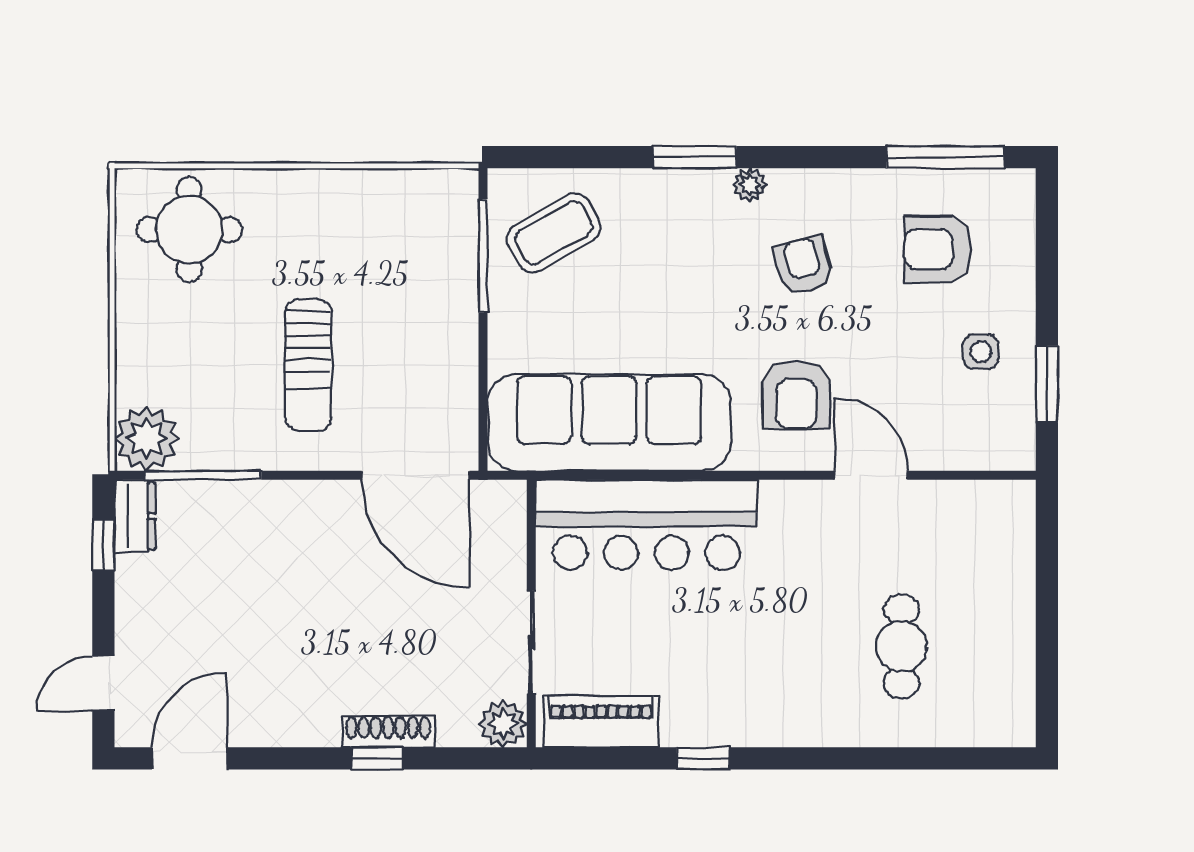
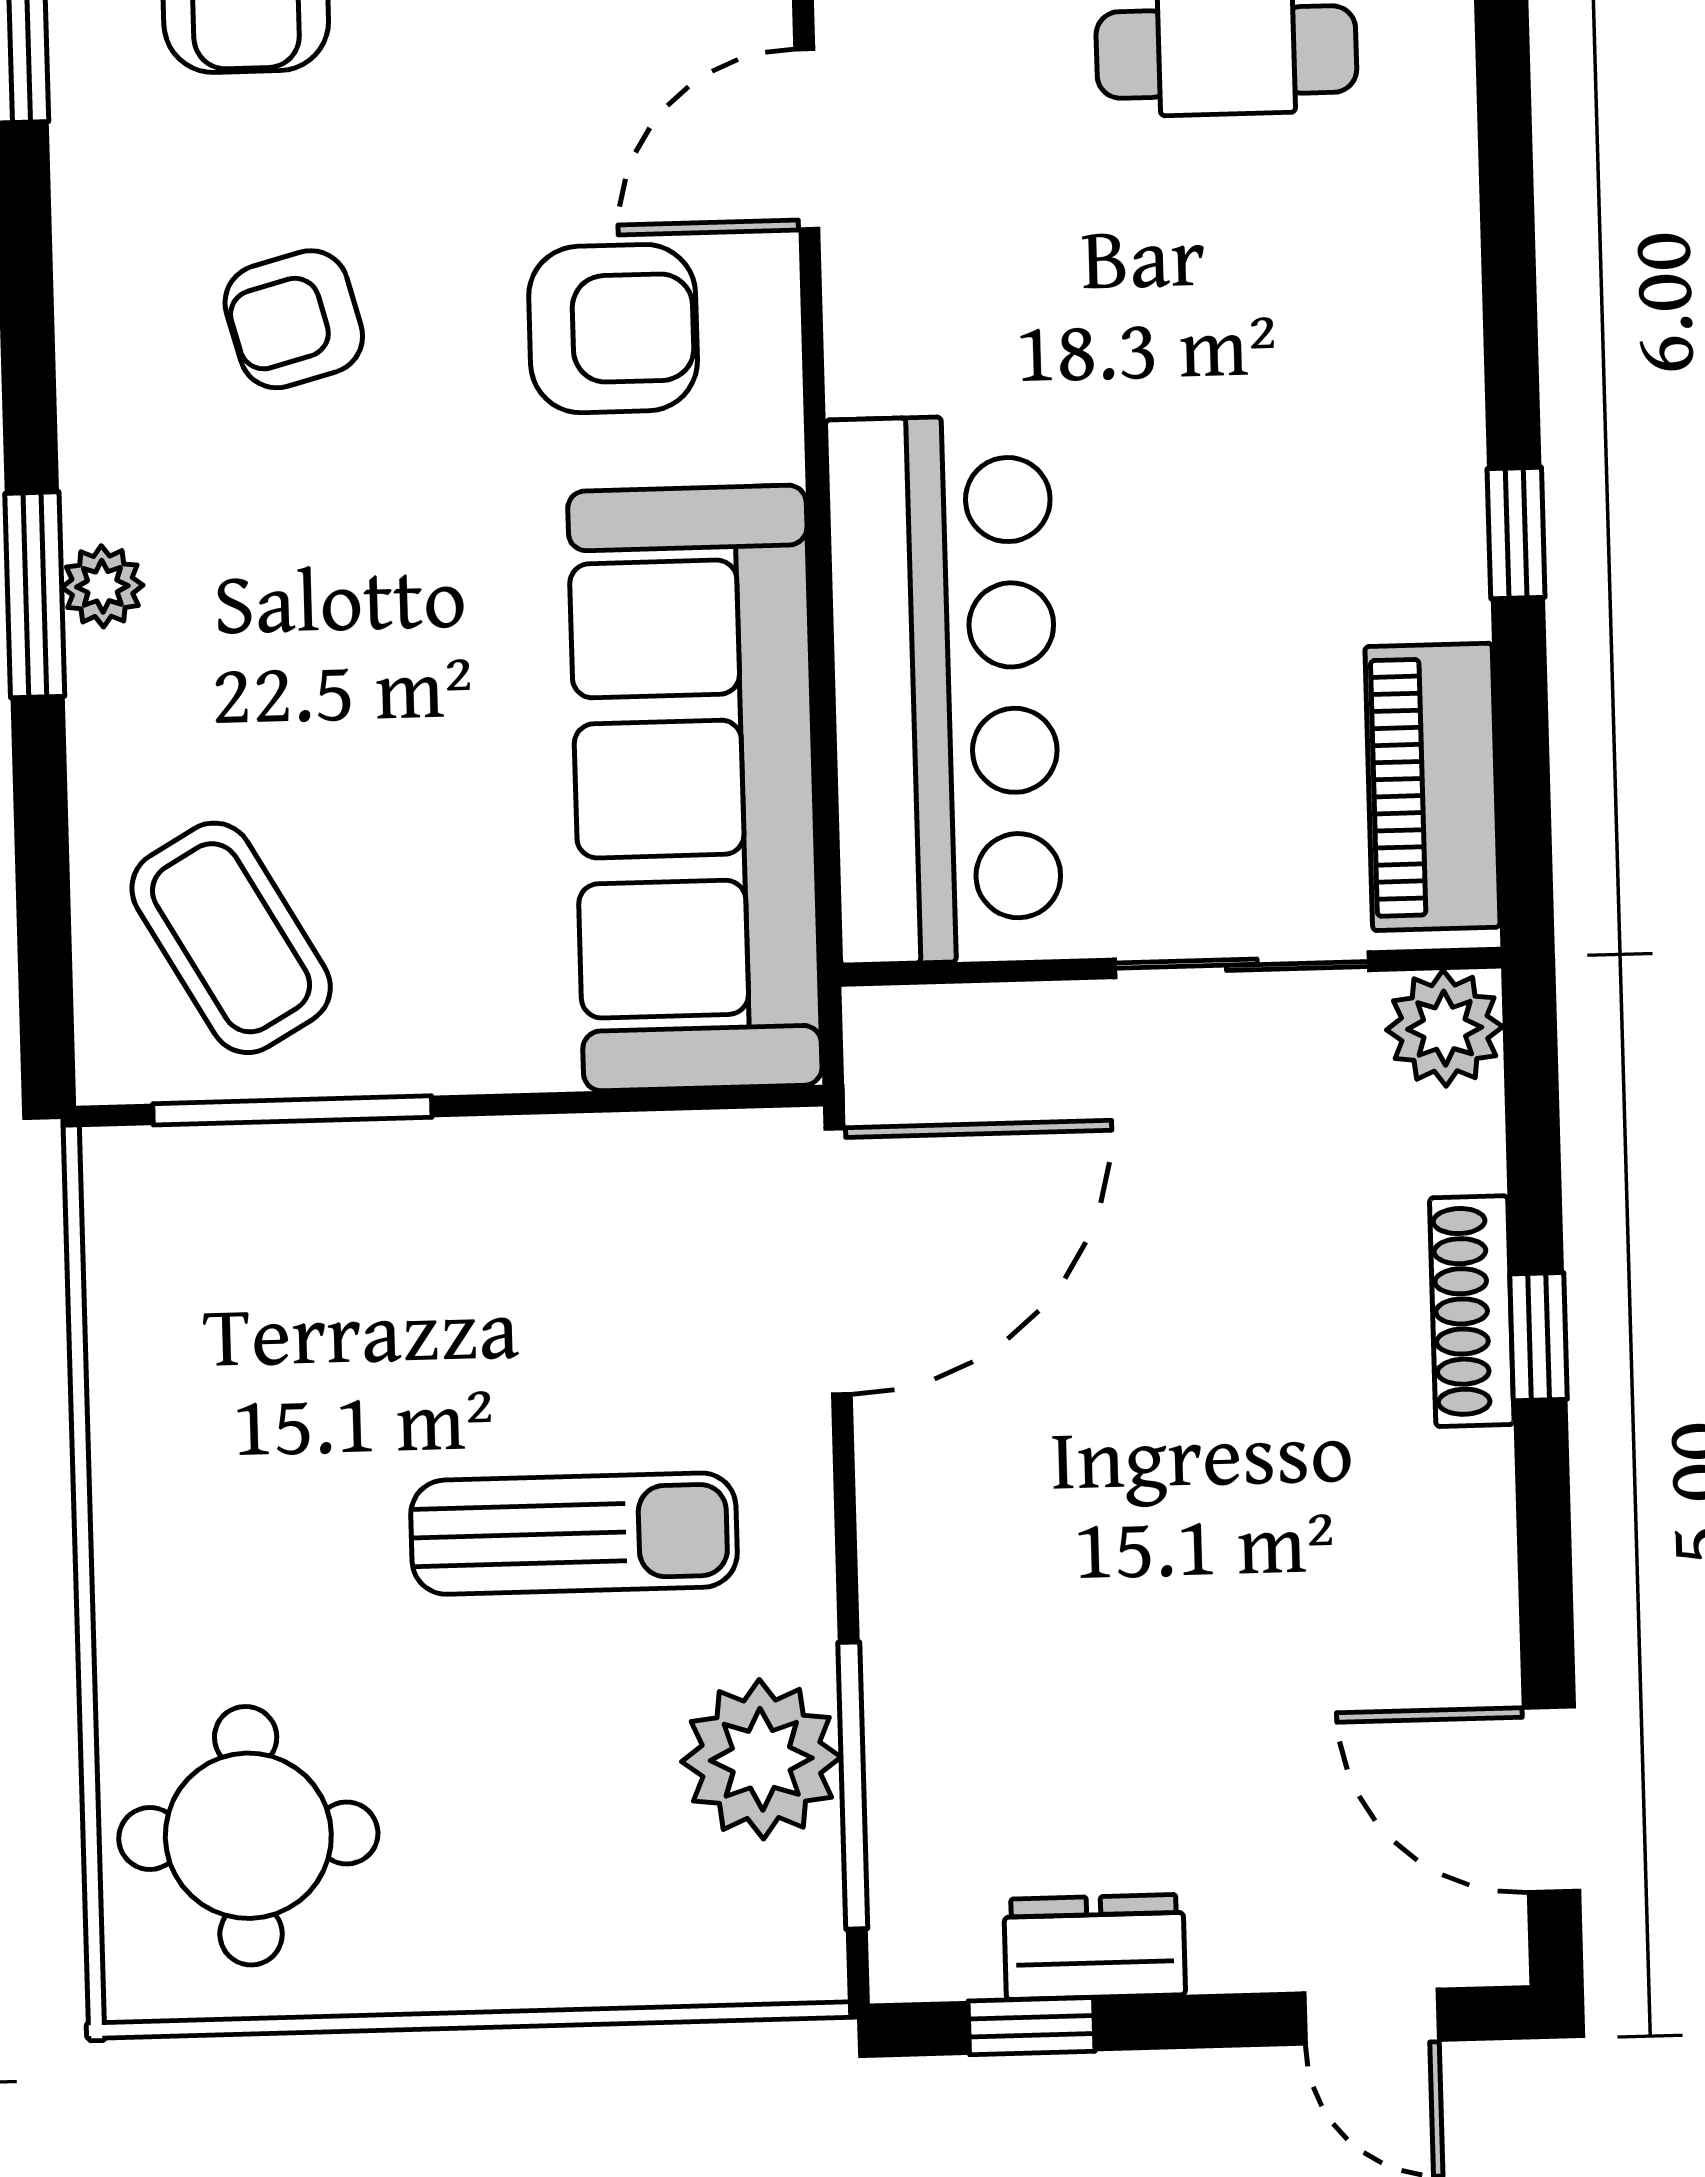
plant: (750, 185) -> (102, 586), moved
plant: (147, 439) -> (761, 1759), moved
dresser: (135, 516) -> (1095, 1947), moved

